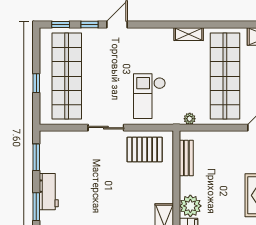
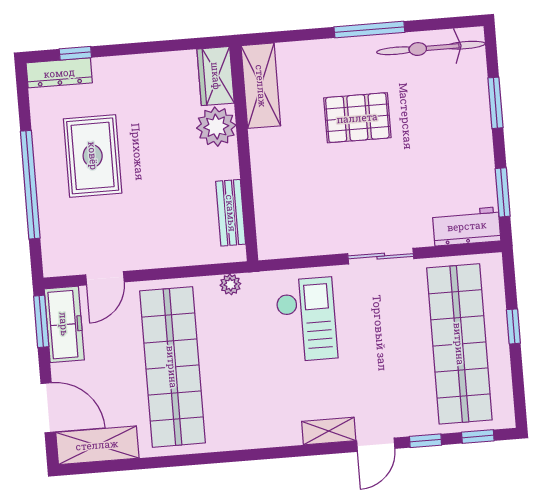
shelving: (189, 34) -> (329, 431), moved
pallet: (145, 150) -> (357, 118), moved
workbench: (49, 192) -> (467, 226), moved, turned 90

